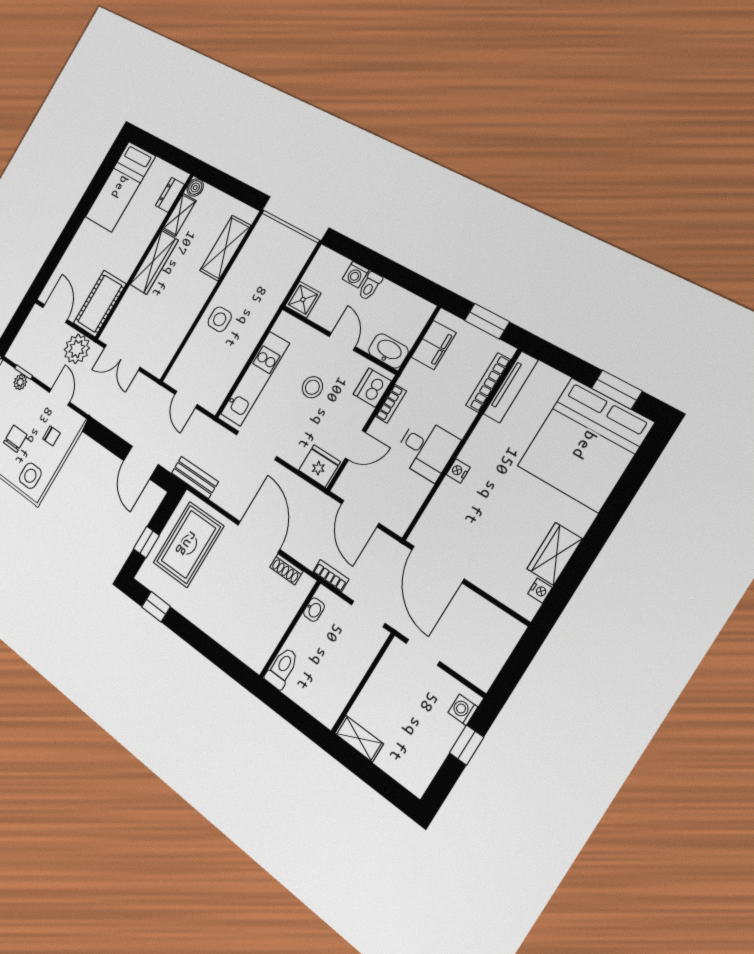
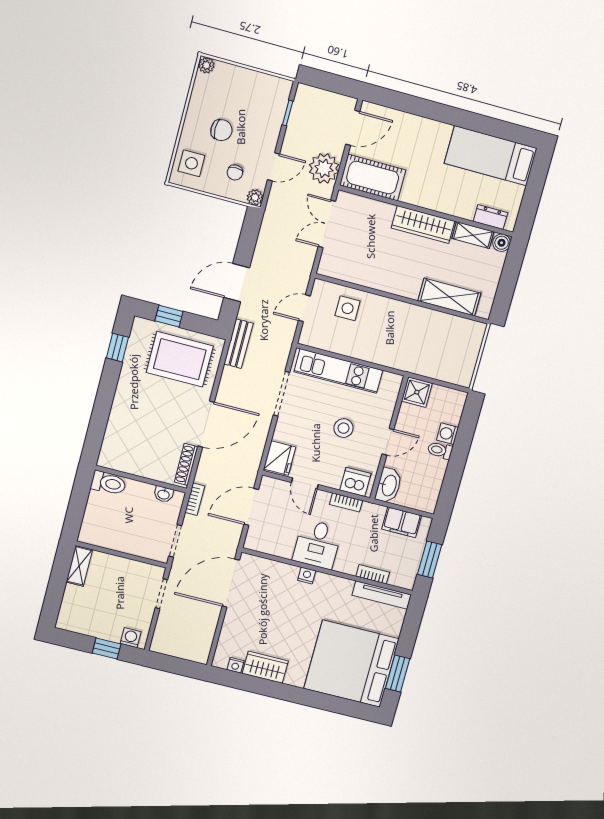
side table: (220, 319) -> (348, 308), moved
plant: (20, 382) -> (255, 197), moved
bookcase: (488, 383) -> (373, 574), width x0.64
shoe rack: (286, 569) -> (186, 464), width x1.43

